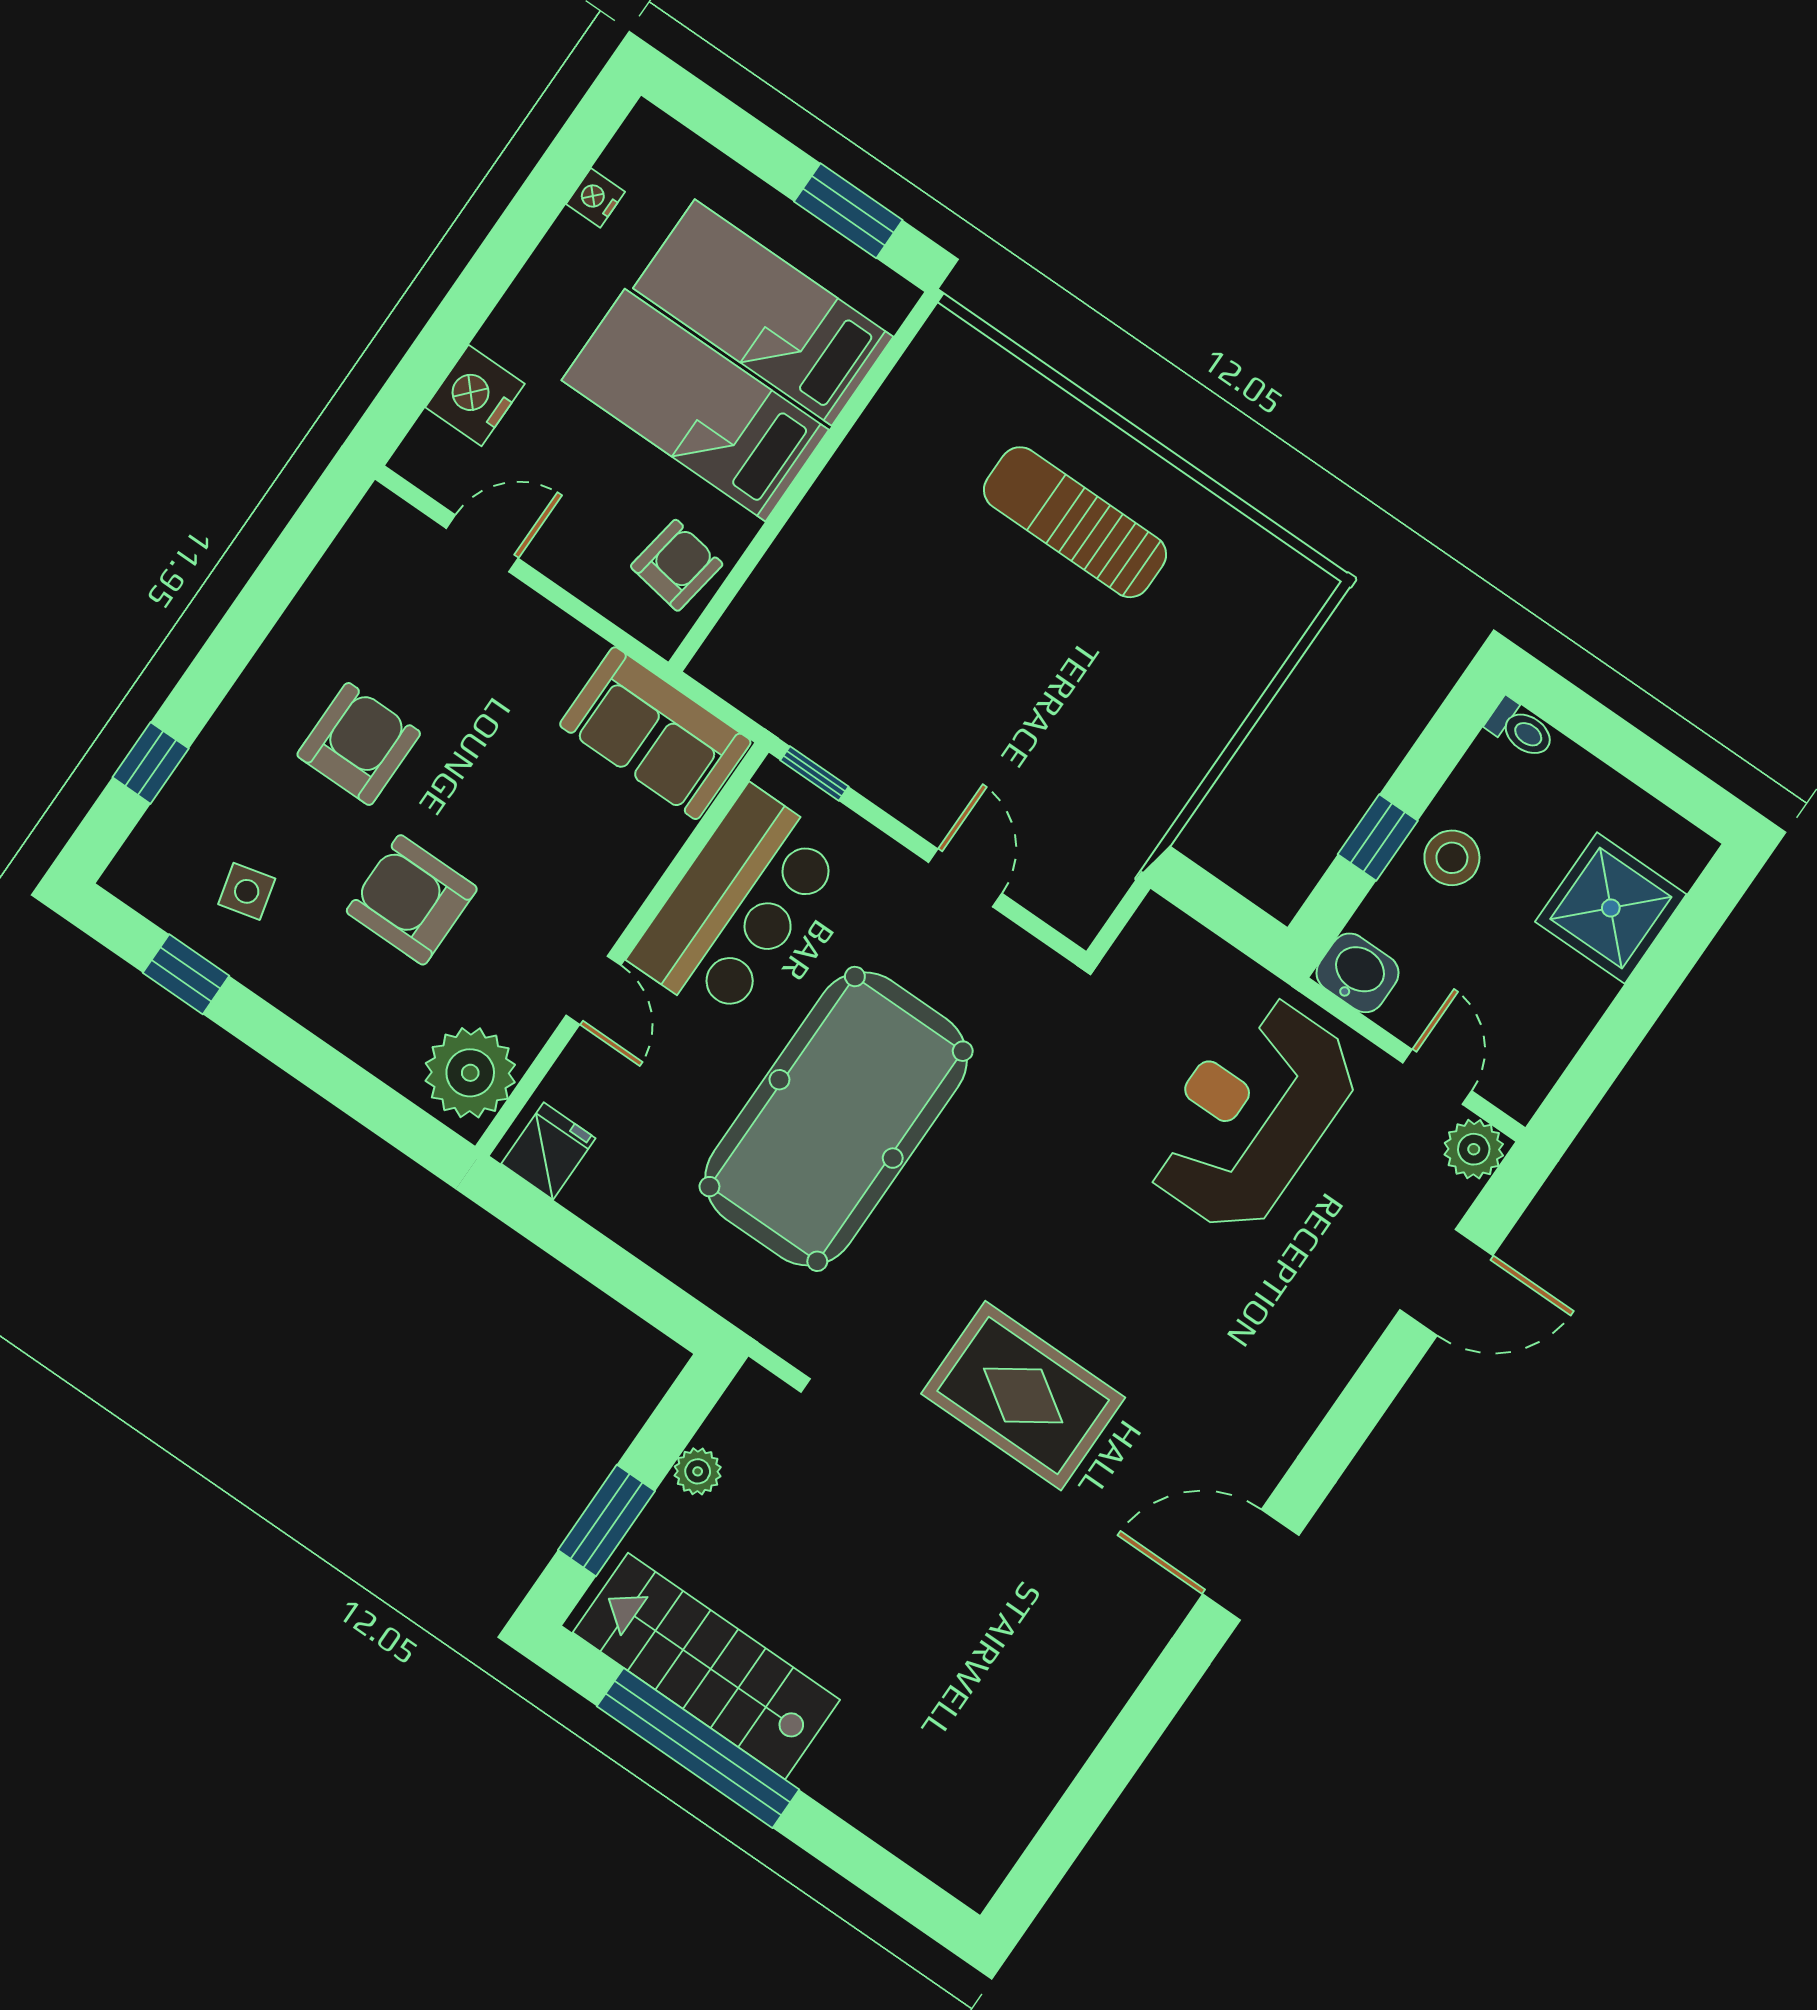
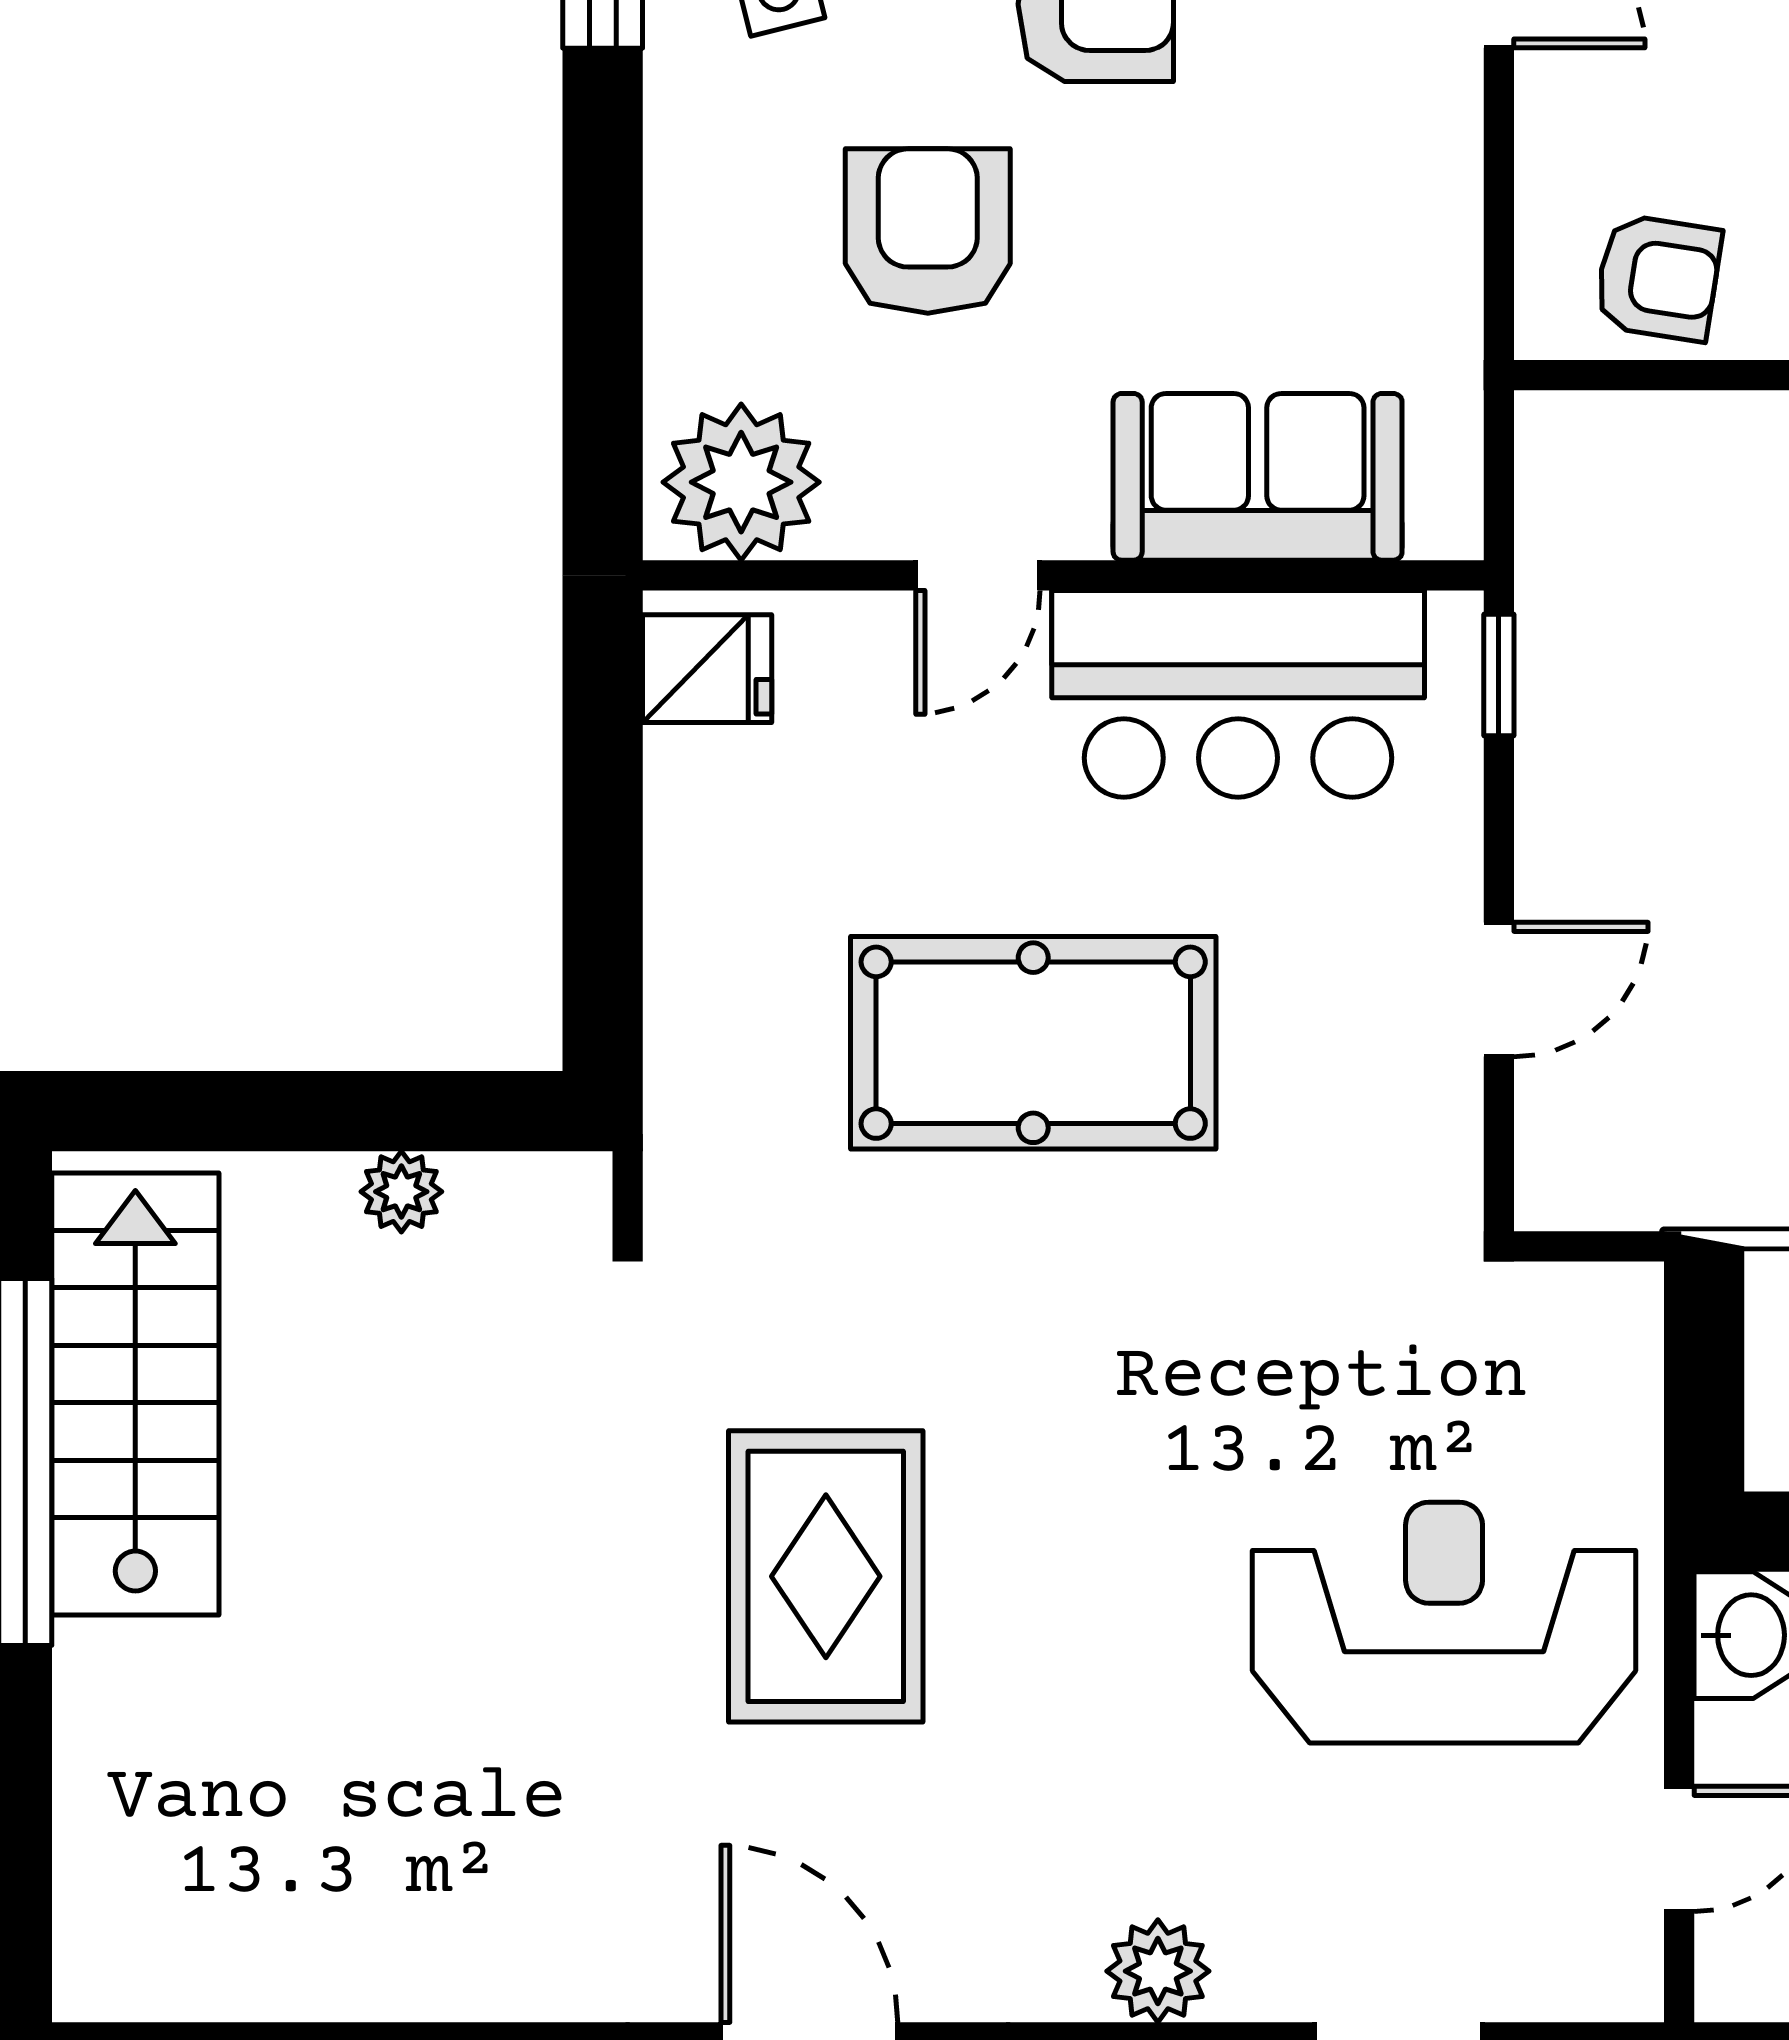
sofa: (655, 733) -> (1258, 477), moved, turned 90
pool table: (836, 1119) -> (1033, 1043), width x0.73, depth x0.76
plant: (1474, 1149) -> (1158, 1971), moved
window: (606, 1521) -> (243, 1111), removed

